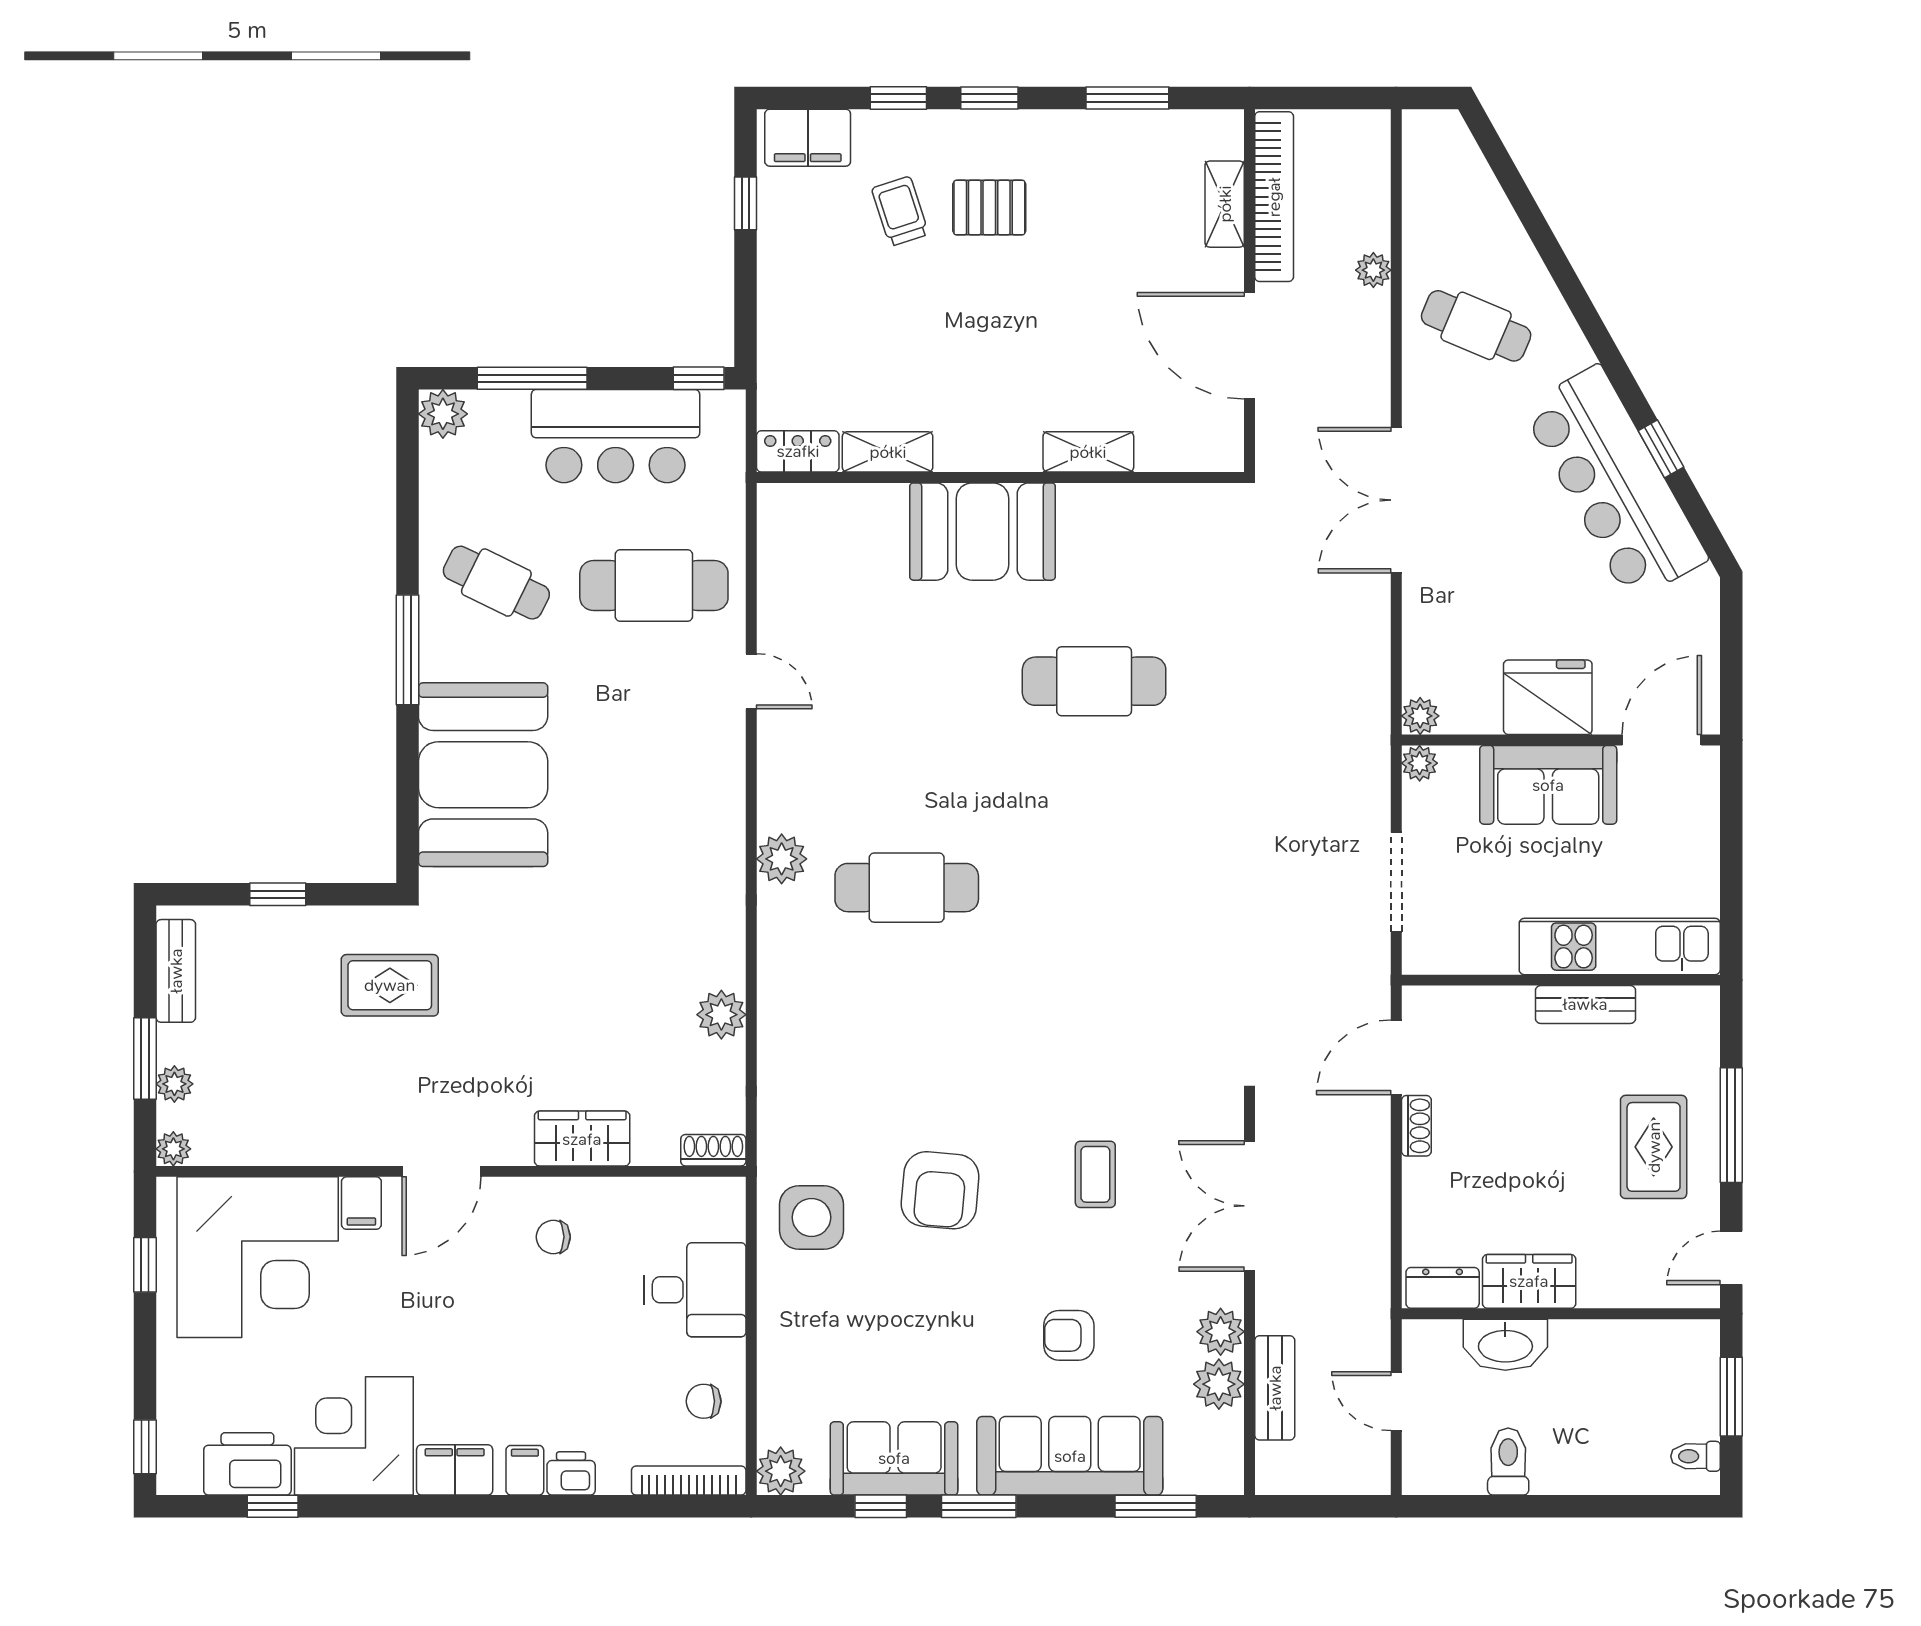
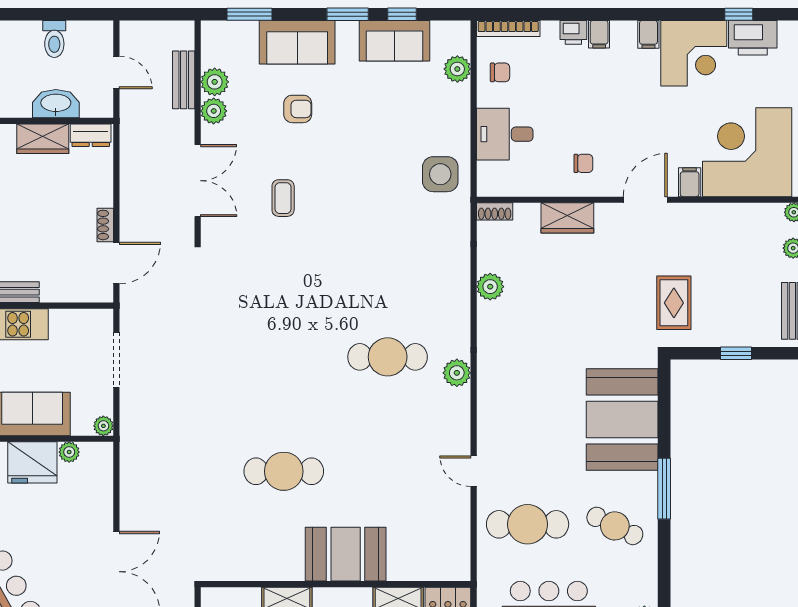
plant: (1420, 716) -> (69, 452), moved
rug: (390, 985) -> (674, 303), turned 90
armchair: (940, 1190) -> (369, 189), removed
sofa: (1070, 1456) -> (297, 42), width x0.73
filing cabinet: (455, 1470) -> (648, 34), width x0.50
plant: (781, 1471) -> (457, 69), moved

